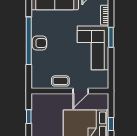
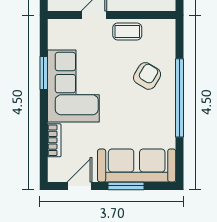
window: (111, 37) -> (44, 73), moved
armchair: (39, 43) -> (147, 76), moved, turned 121

